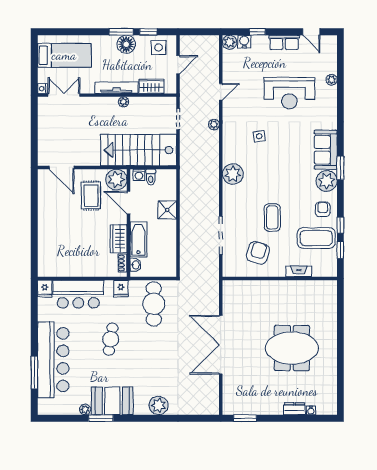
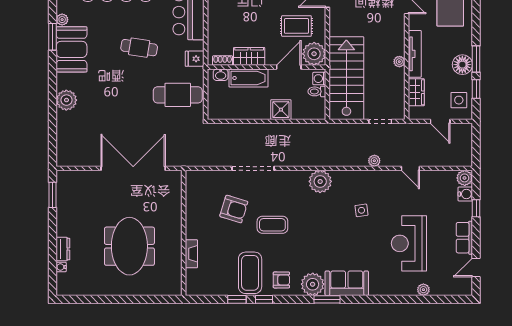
fireplace: (299, 271) -> (191, 254), moved
wall: (280, 279) -> (184, 233), moved

